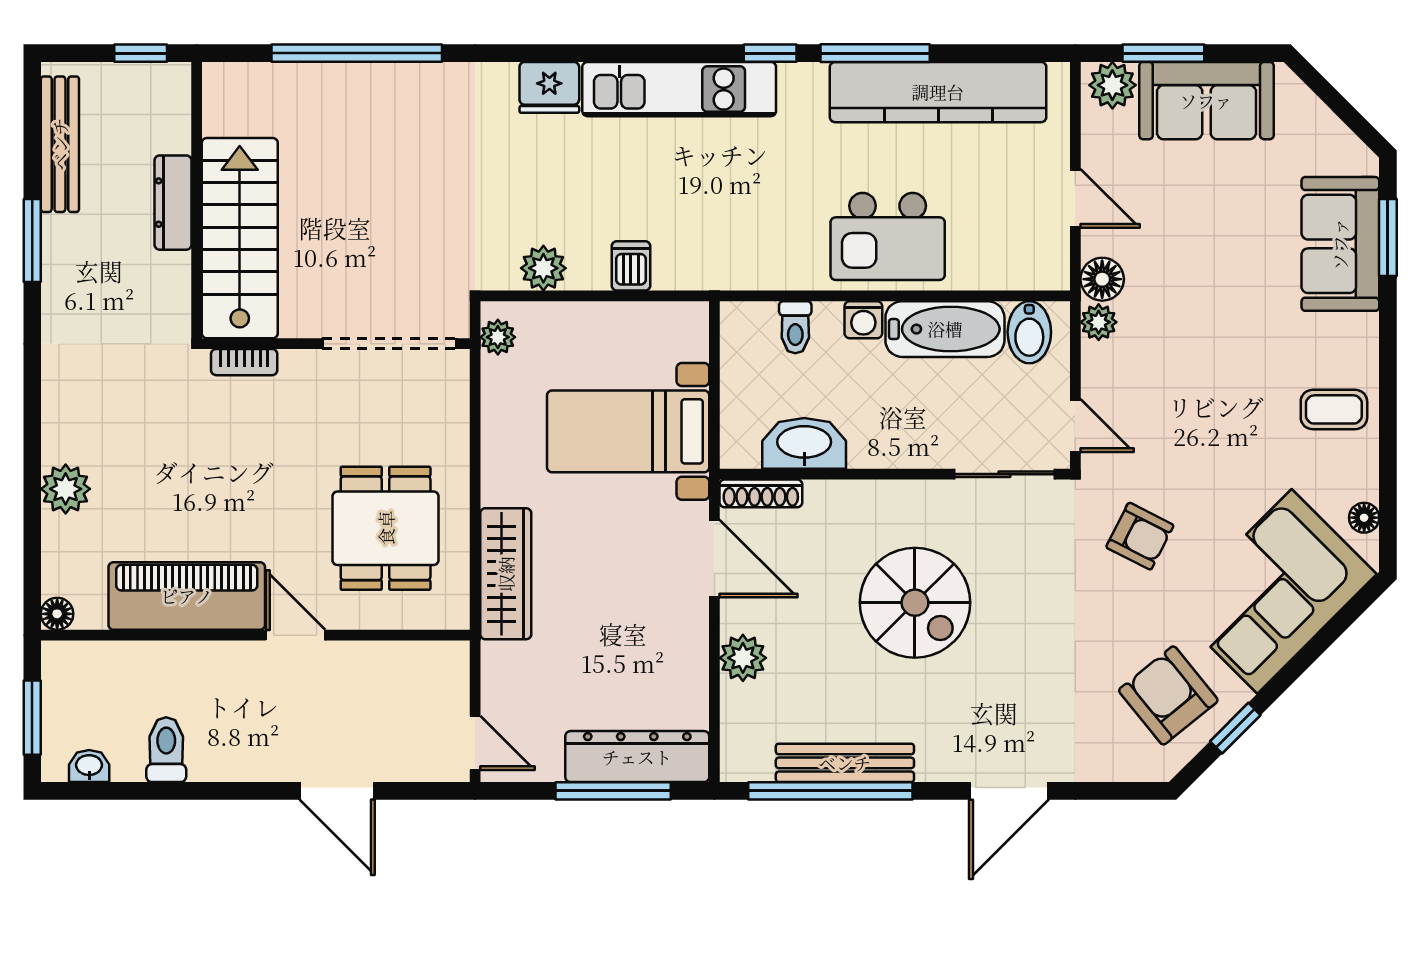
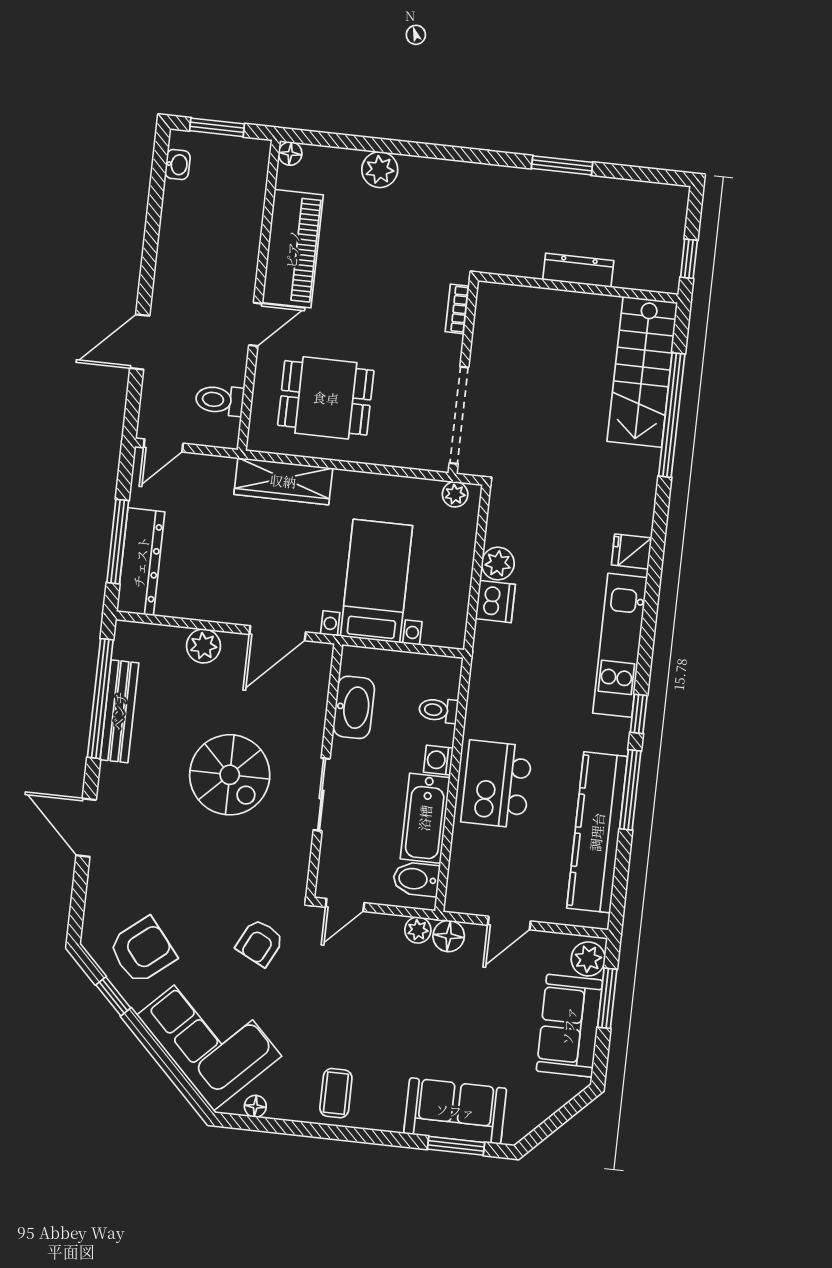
fridge: (549, 87) -> (632, 551), width x0.72
bench: (60, 144) -> (629, 193), removed
stairs: (240, 238) -> (642, 372), moved, turned 90
dishwasher: (631, 266) -> (495, 602), width x1.38
plant: (543, 268) -> (498, 564), moved
sliding door: (1004, 474) -> (322, 794), moved
shoe rack: (761, 493) -> (321, 672), removed
spiral stairs: (915, 603) -> (230, 775), turned -90
toilet: (166, 750) -> (220, 400), moved, turned 180

